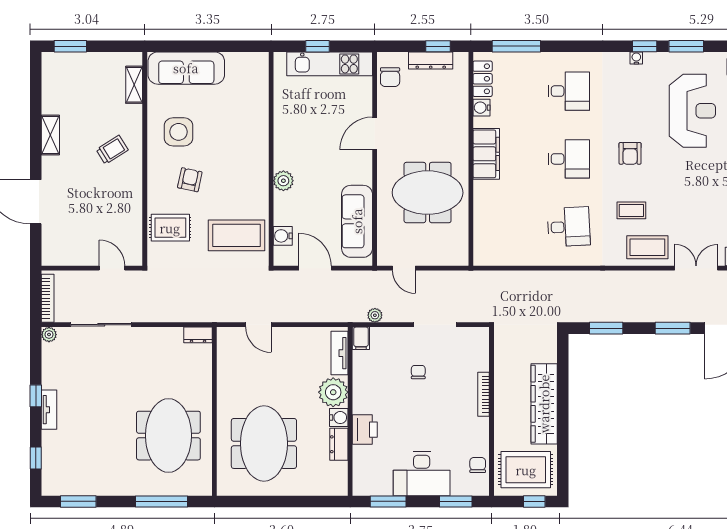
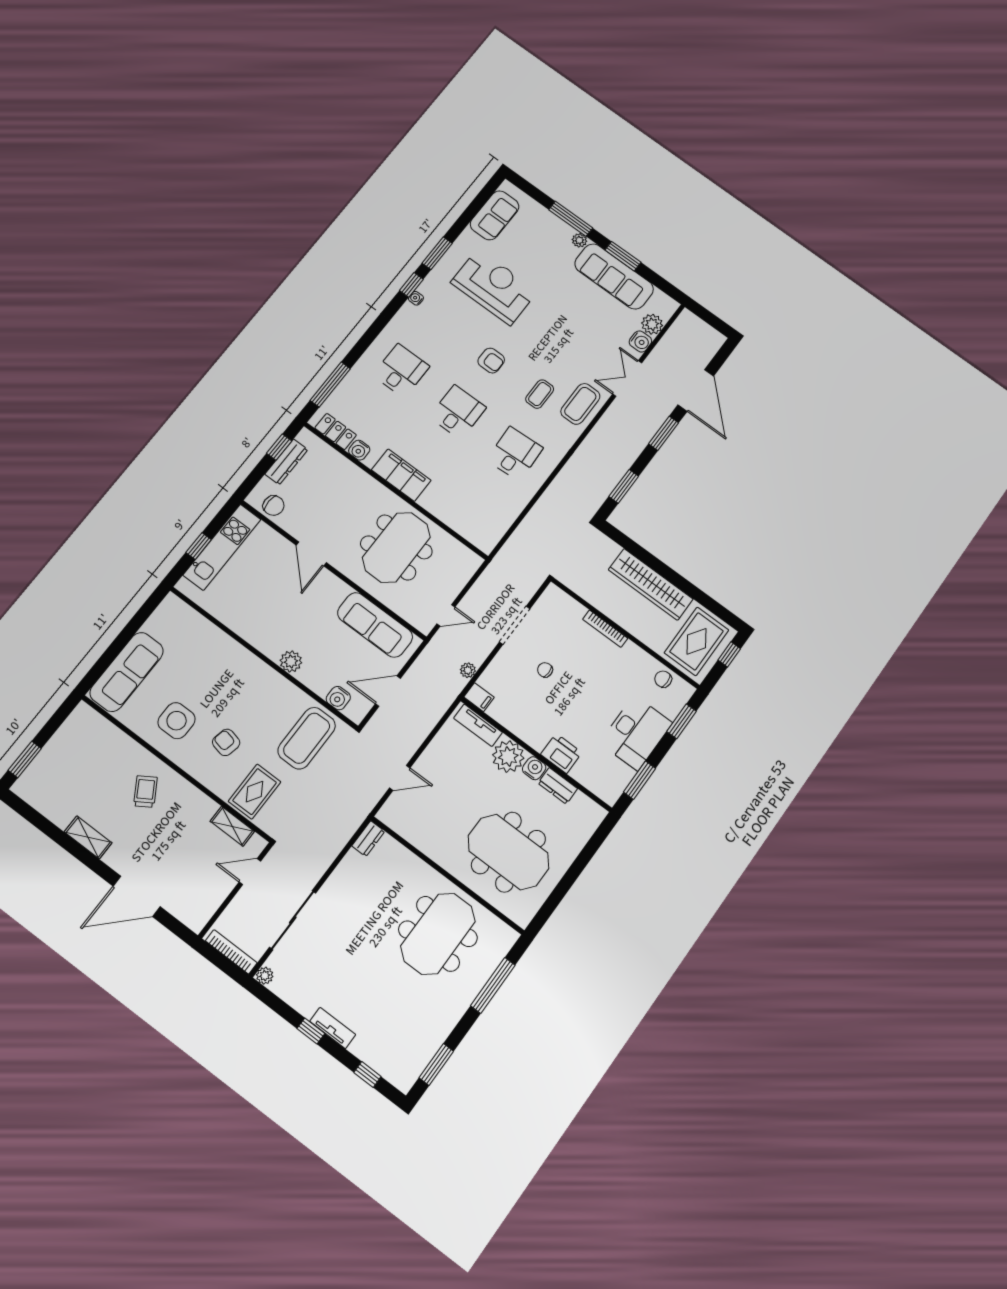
shelving: (134, 85) -> (232, 826), moved
meeting table: (168, 436) -> (438, 934), turned 90

